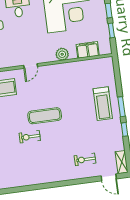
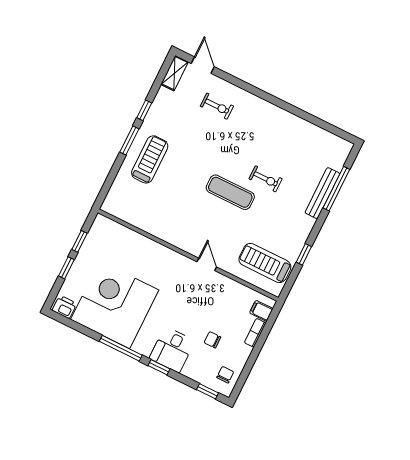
filing cabinet: (88, 50) -> (124, 237), removed
plant: (62, 54) -> (159, 253), removed
door: (31, 66) -> (207, 264), hinge flipped

